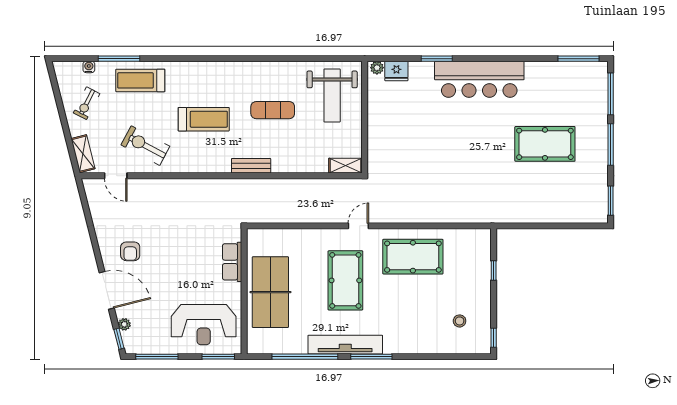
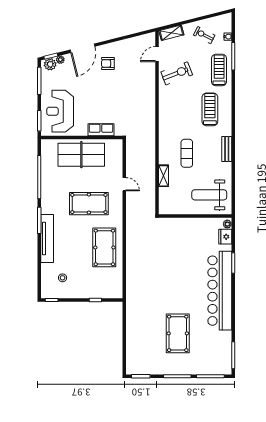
bar counter: (479, 79) -> (220, 291), width x1.36
exercise mat: (273, 110) -> (187, 153), moved
treadmill: (204, 119) -> (210, 109), moved, turned 180
exercise bike: (145, 146) -> (177, 73), turned 41
bench: (251, 166) -> (227, 149), moved
shelving: (345, 166) -> (164, 176), moved
door: (358, 226) -> (124, 184), moved
plant: (131, 340) -> (50, 64), added
tv unit: (345, 345) -> (47, 238), moved

